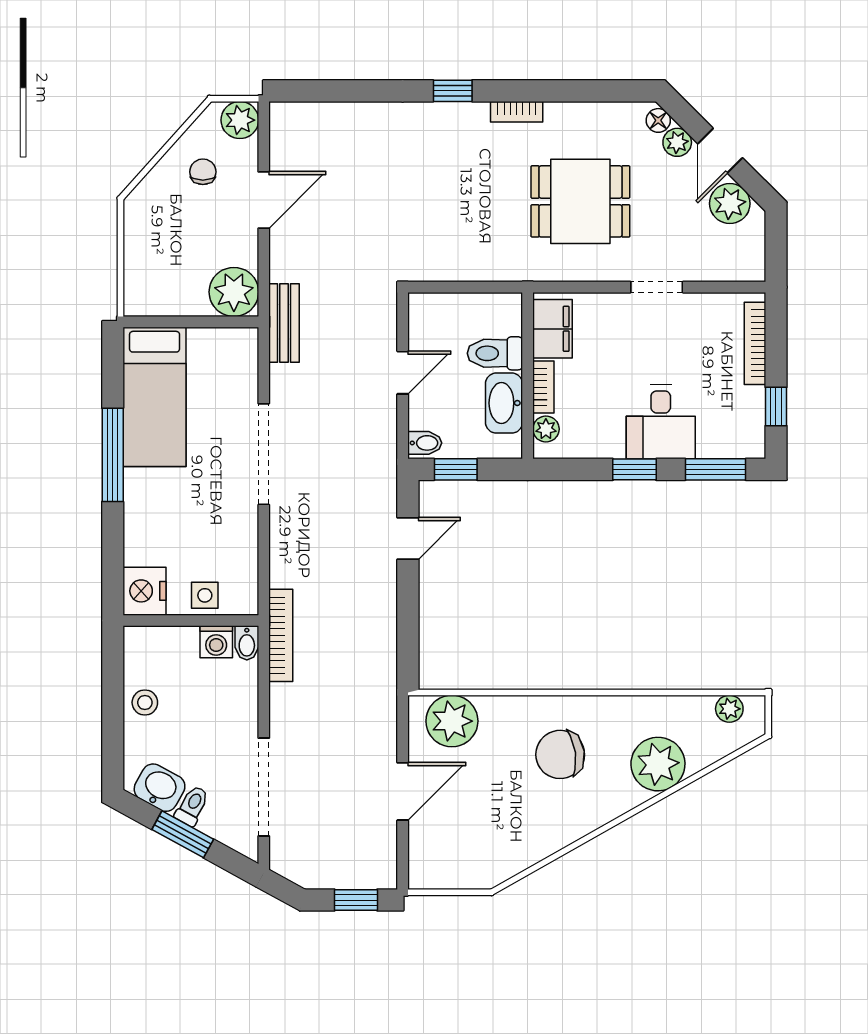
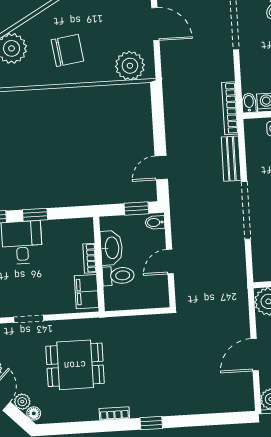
bench: (284, 323) -> (231, 159), moved
plant: (546, 429) -> (87, 235), removed
door: (403, 791) -> (155, 24), swing flipped

